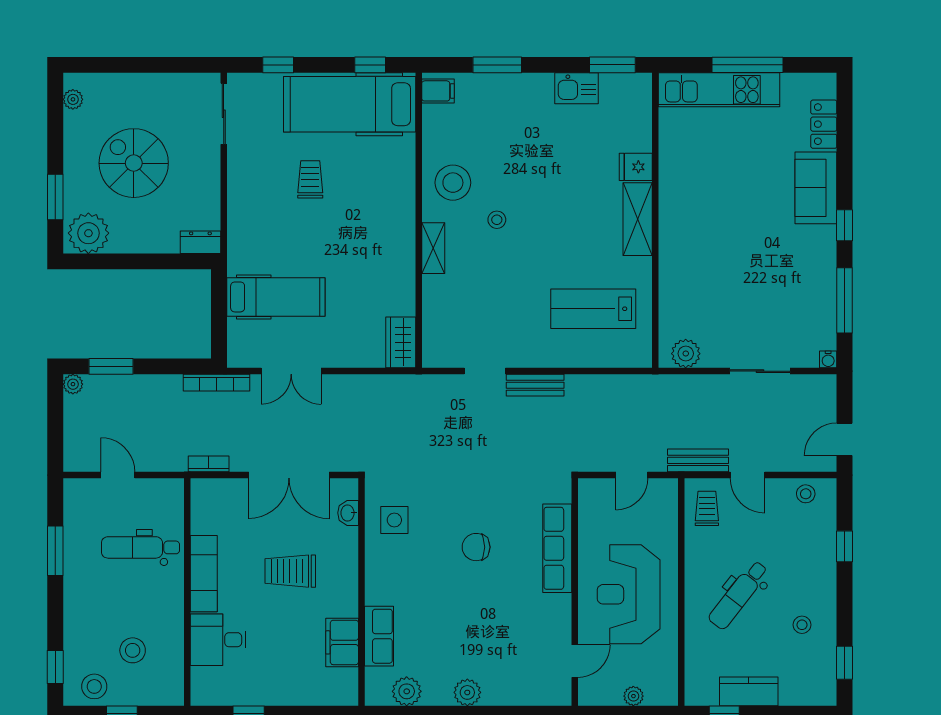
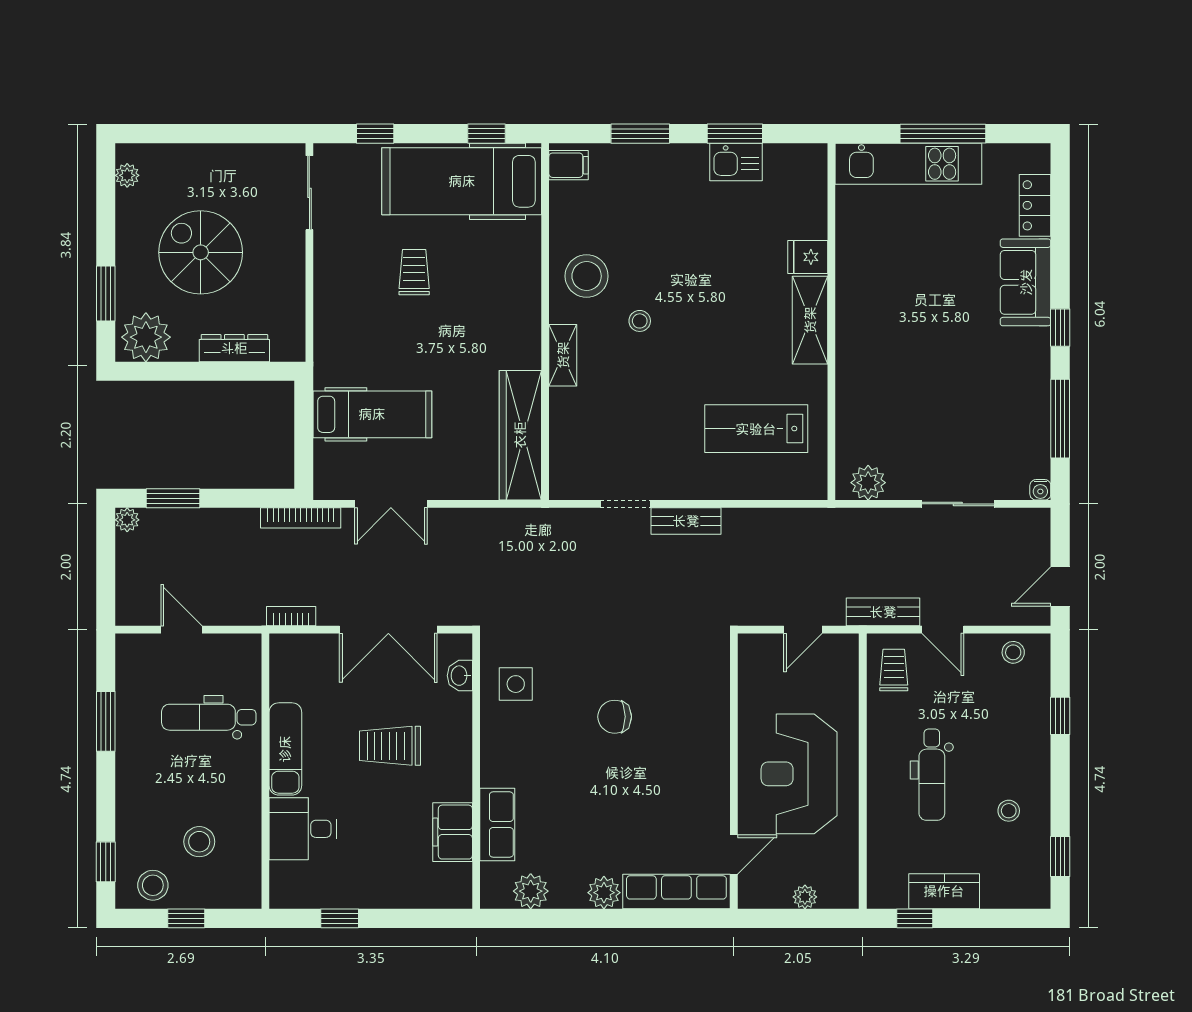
window: (612, 65) -> (735, 134), moved
dresser: (200, 242) -> (234, 348), moved, width x1.44
wardrobe: (401, 342) -> (520, 435), width x2.10, depth x1.17
row of seats: (557, 548) -> (676, 892), moved, turned 90
dental chair: (738, 595) -> (932, 775), turned -38

